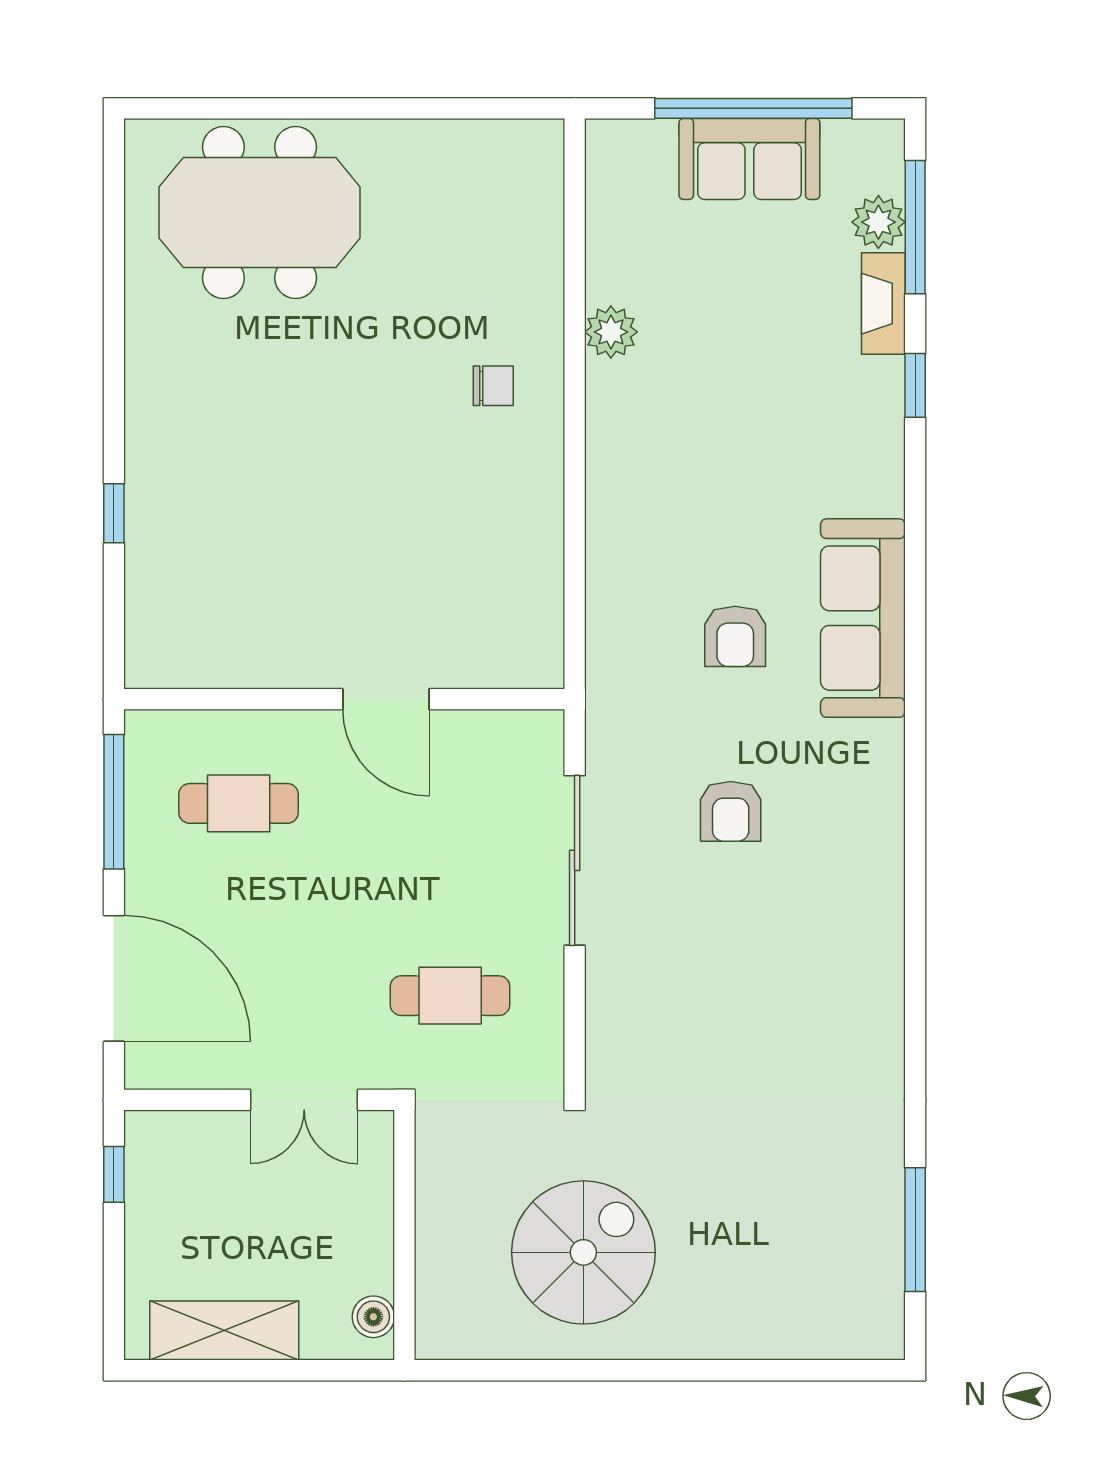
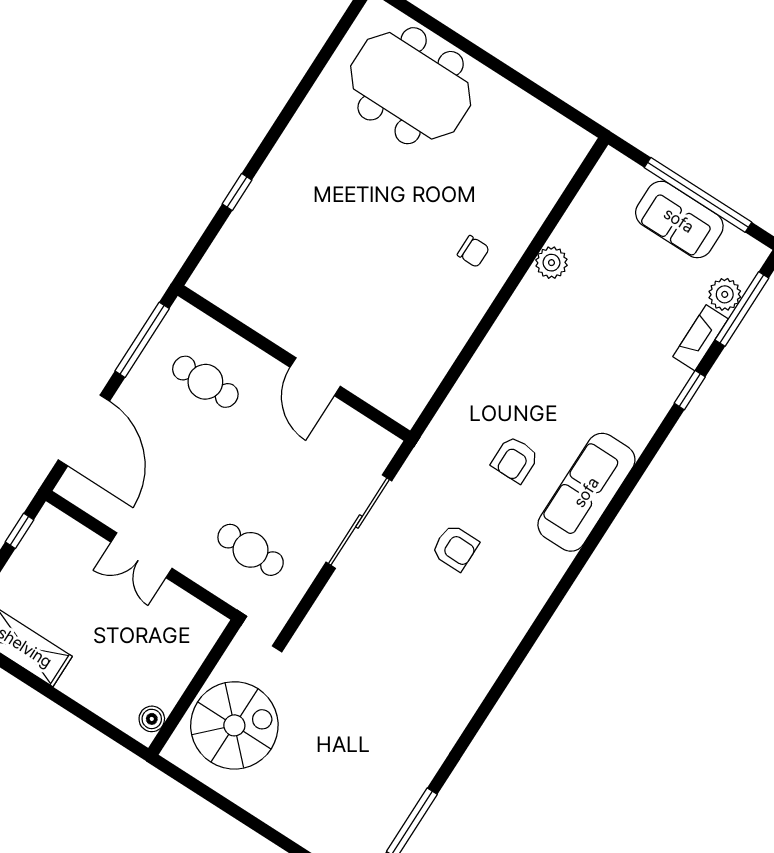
armchair: (731, 811) -> (455, 548), turned -90
wall: (404, 1235) -> (195, 687), moved
boiler: (373, 1317) -> (152, 719), moved

